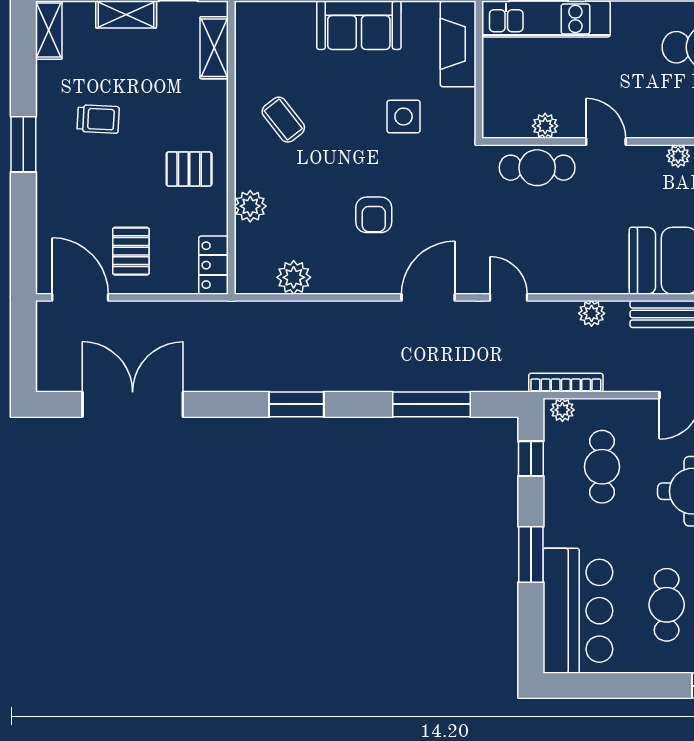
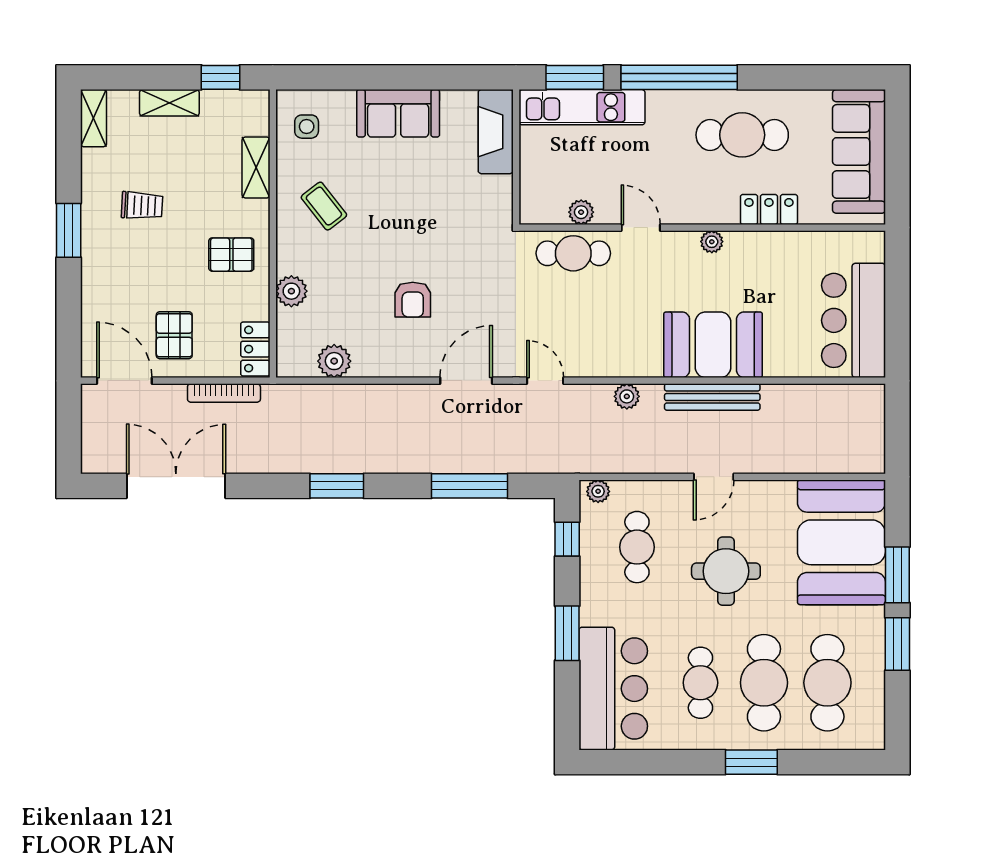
shelving: (214, 48) -> (256, 167), moved
side table: (404, 117) -> (307, 127), moved, width x0.73, depth x0.73
bookcase: (566, 383) -> (224, 393), moved, turned 180

